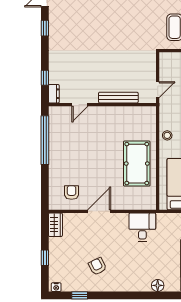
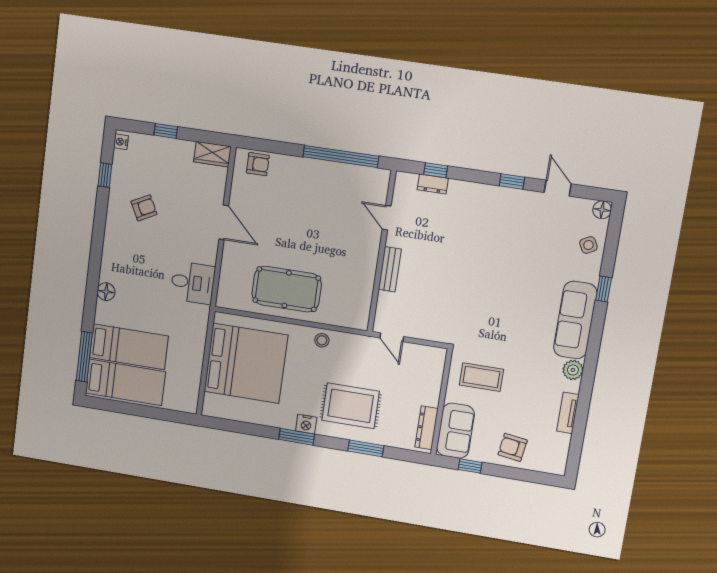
dresser: (54, 94) -> (433, 184), moved
bench: (118, 98) -> (390, 269), width x0.73
armchair: (72, 192) -> (258, 164), moved

